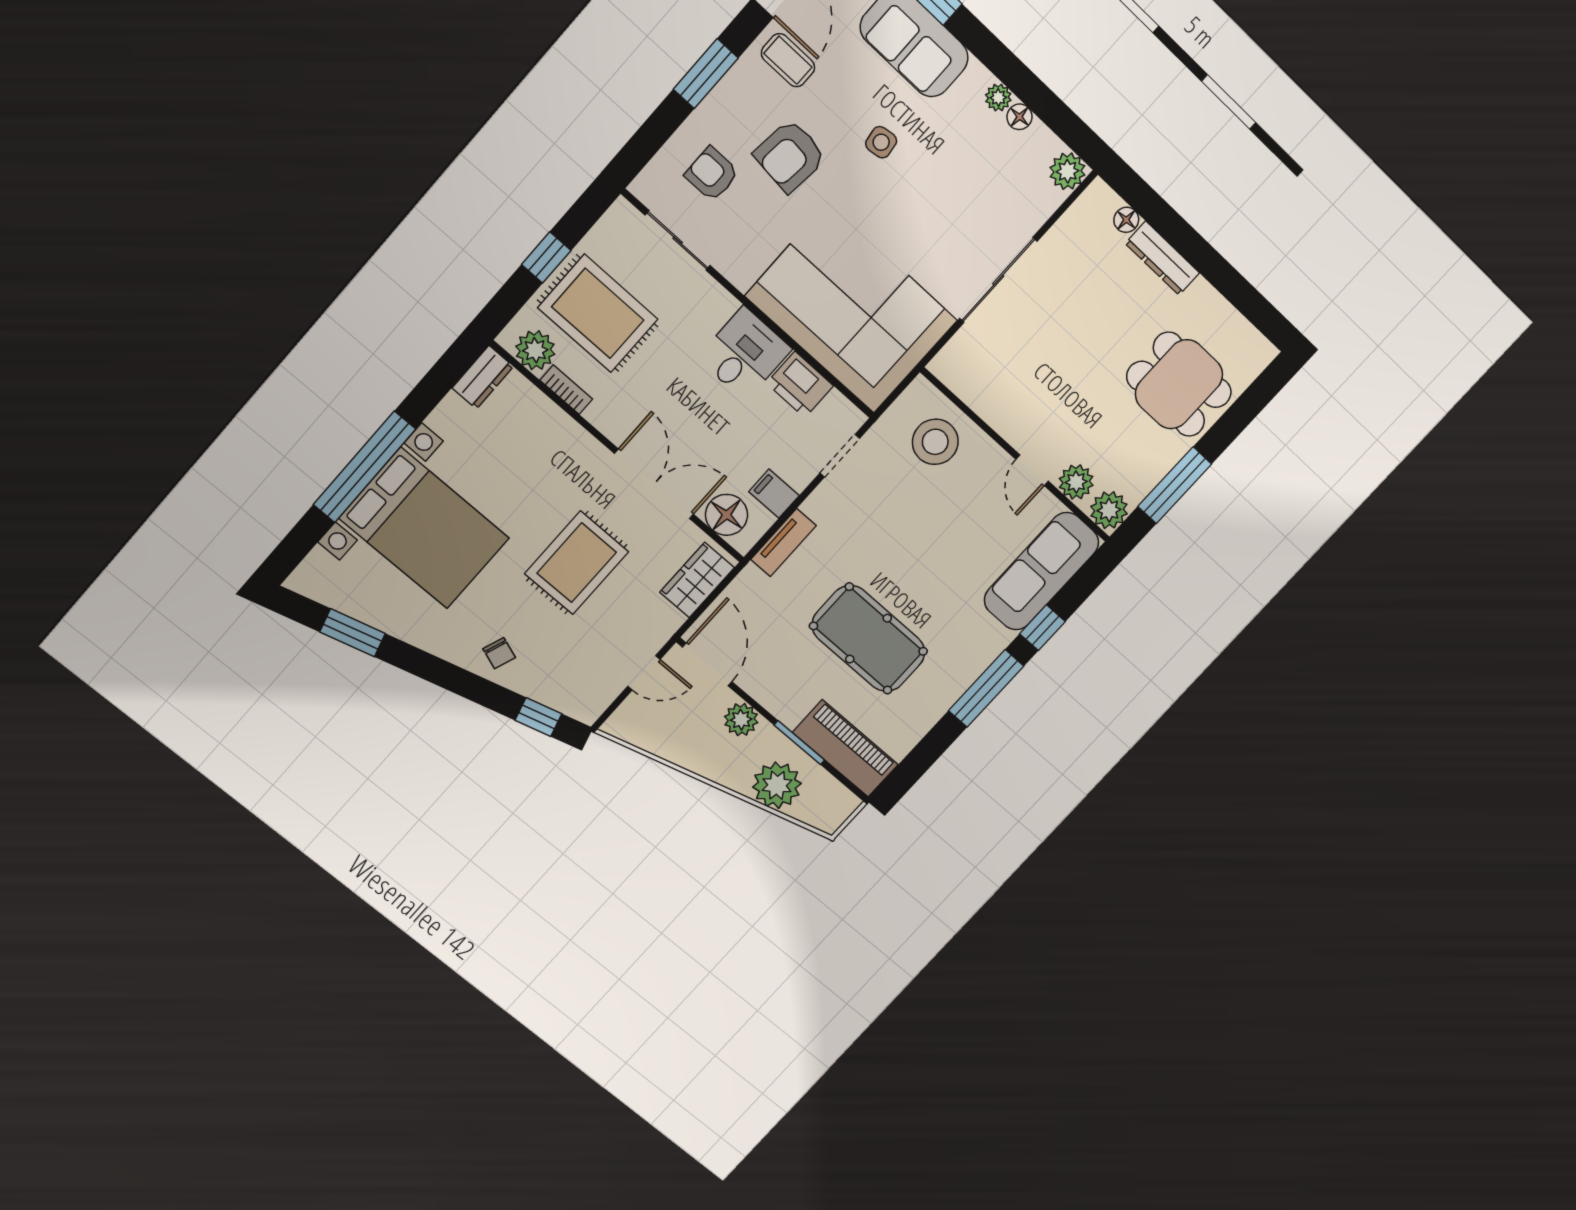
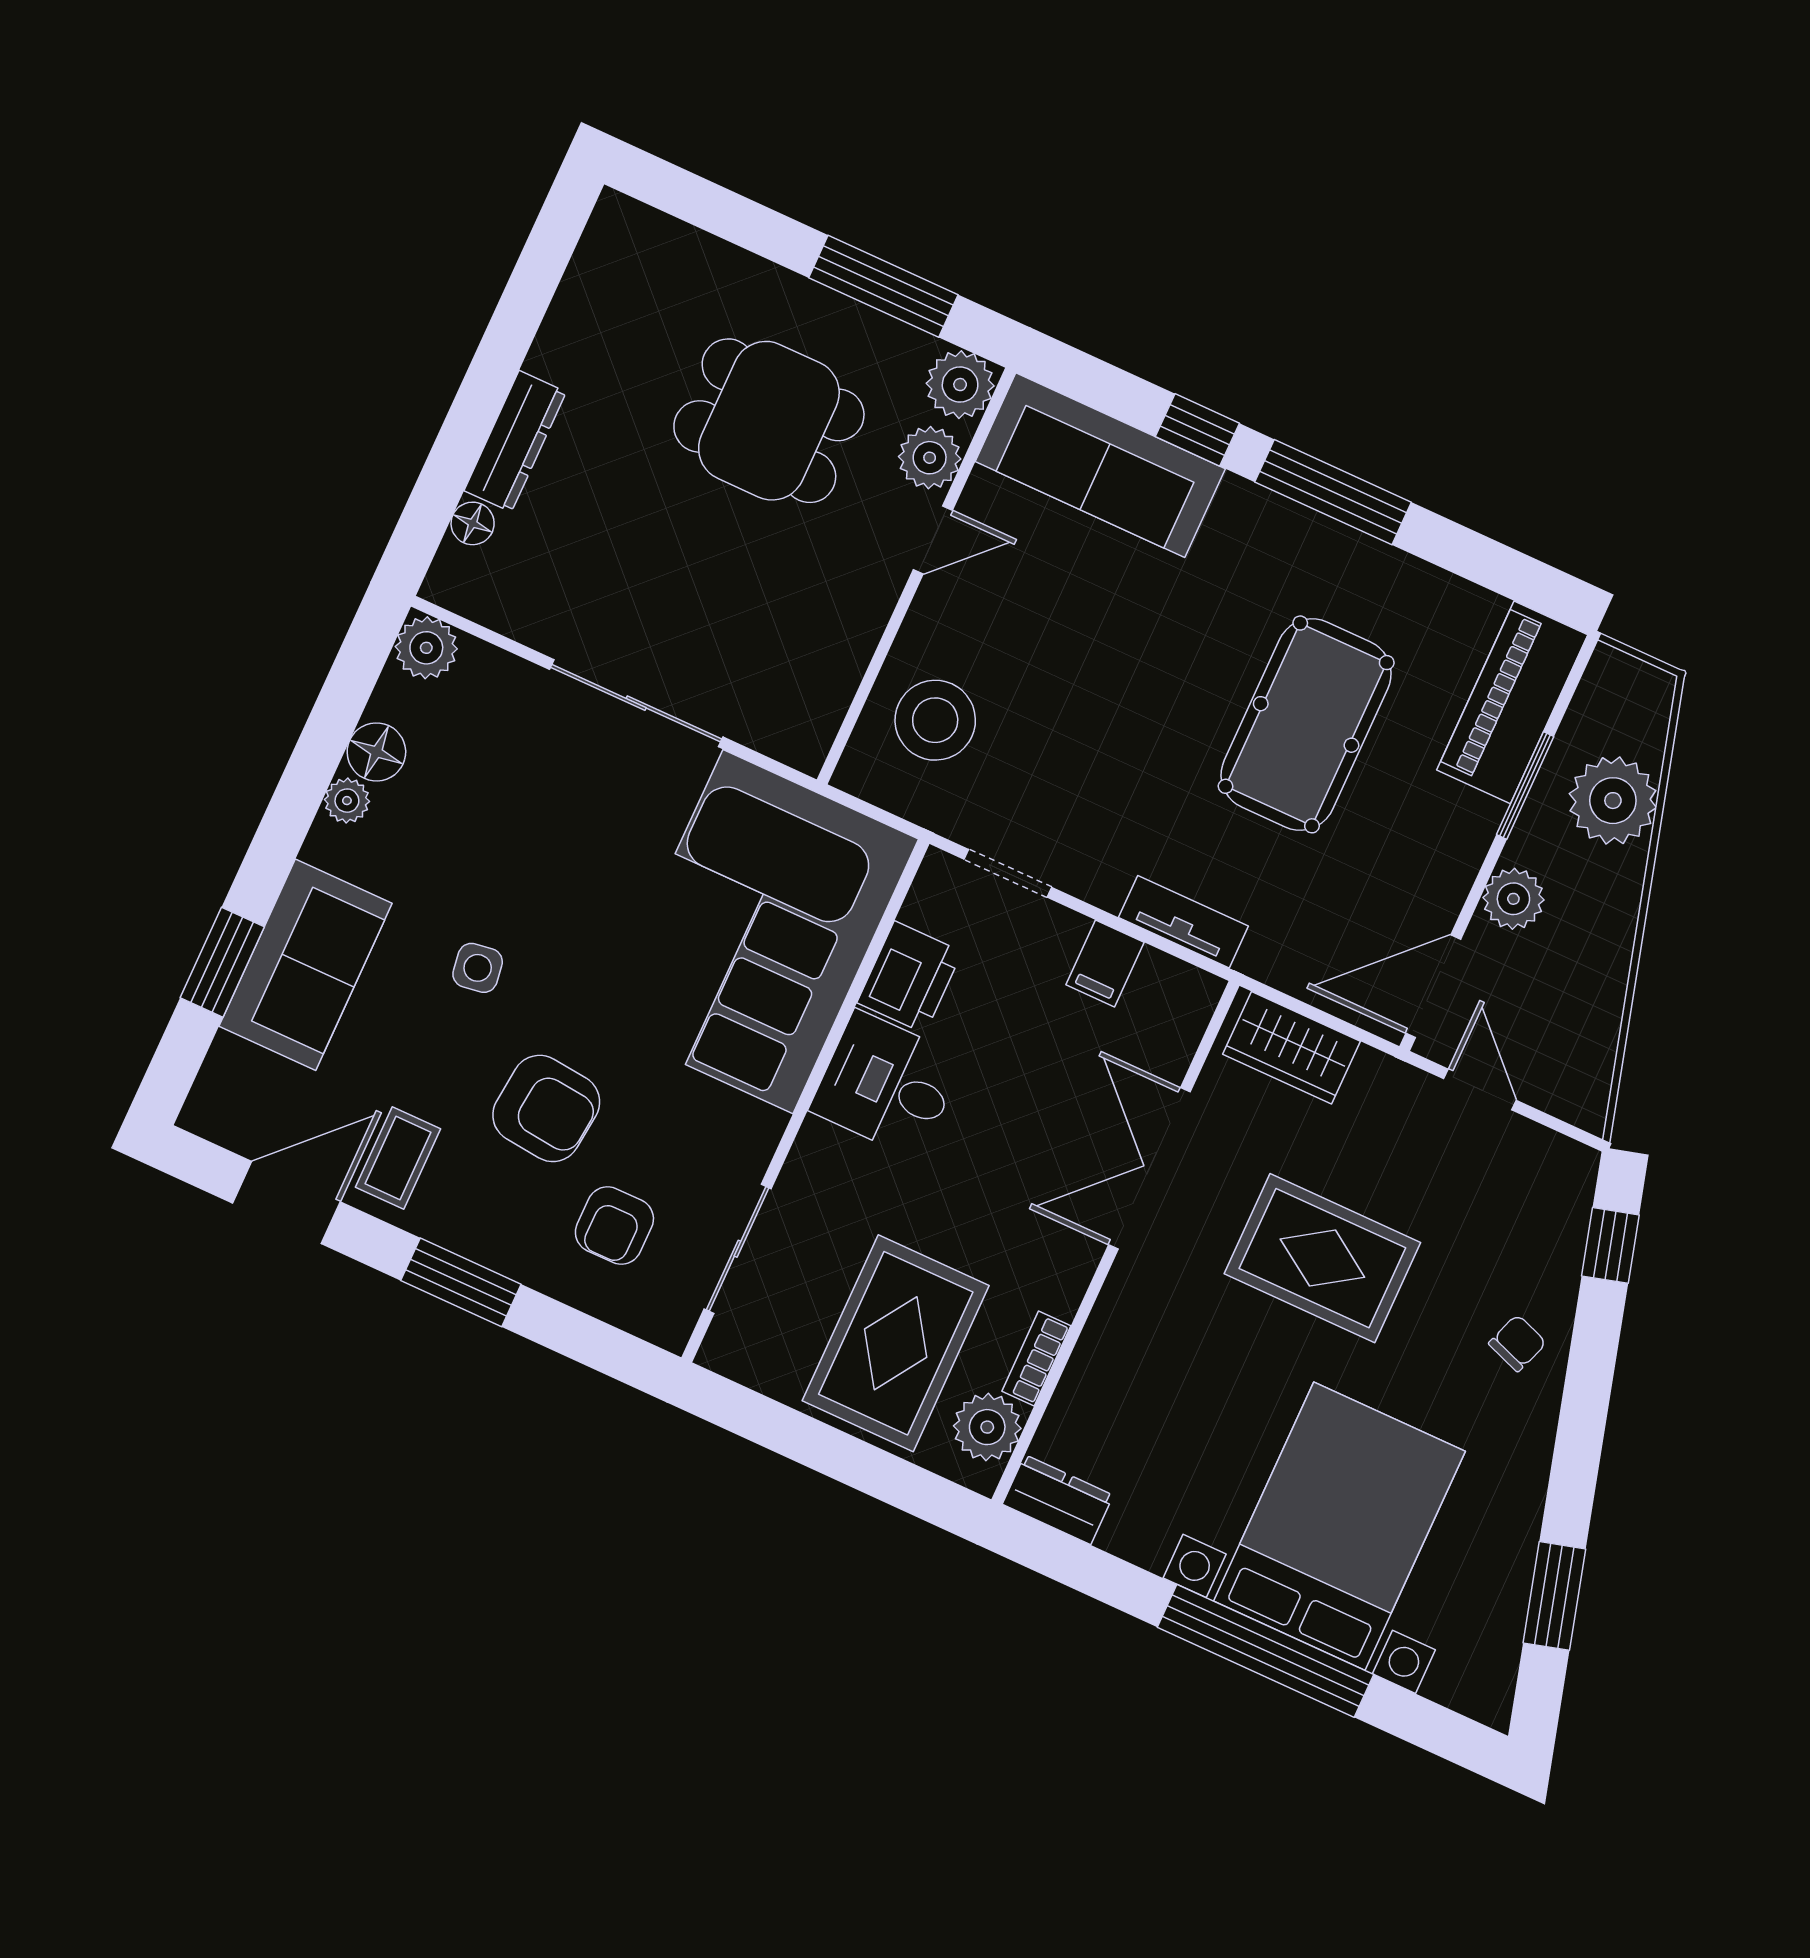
floor lamp: (1020, 117) -> (376, 752), width x1.37, depth x1.37
window: (546, 257) -> (831, 1452), removed
dining table: (1179, 384) -> (769, 421), moved, turned 90
floor lamp: (727, 515) -> (1165, 1032), removed

